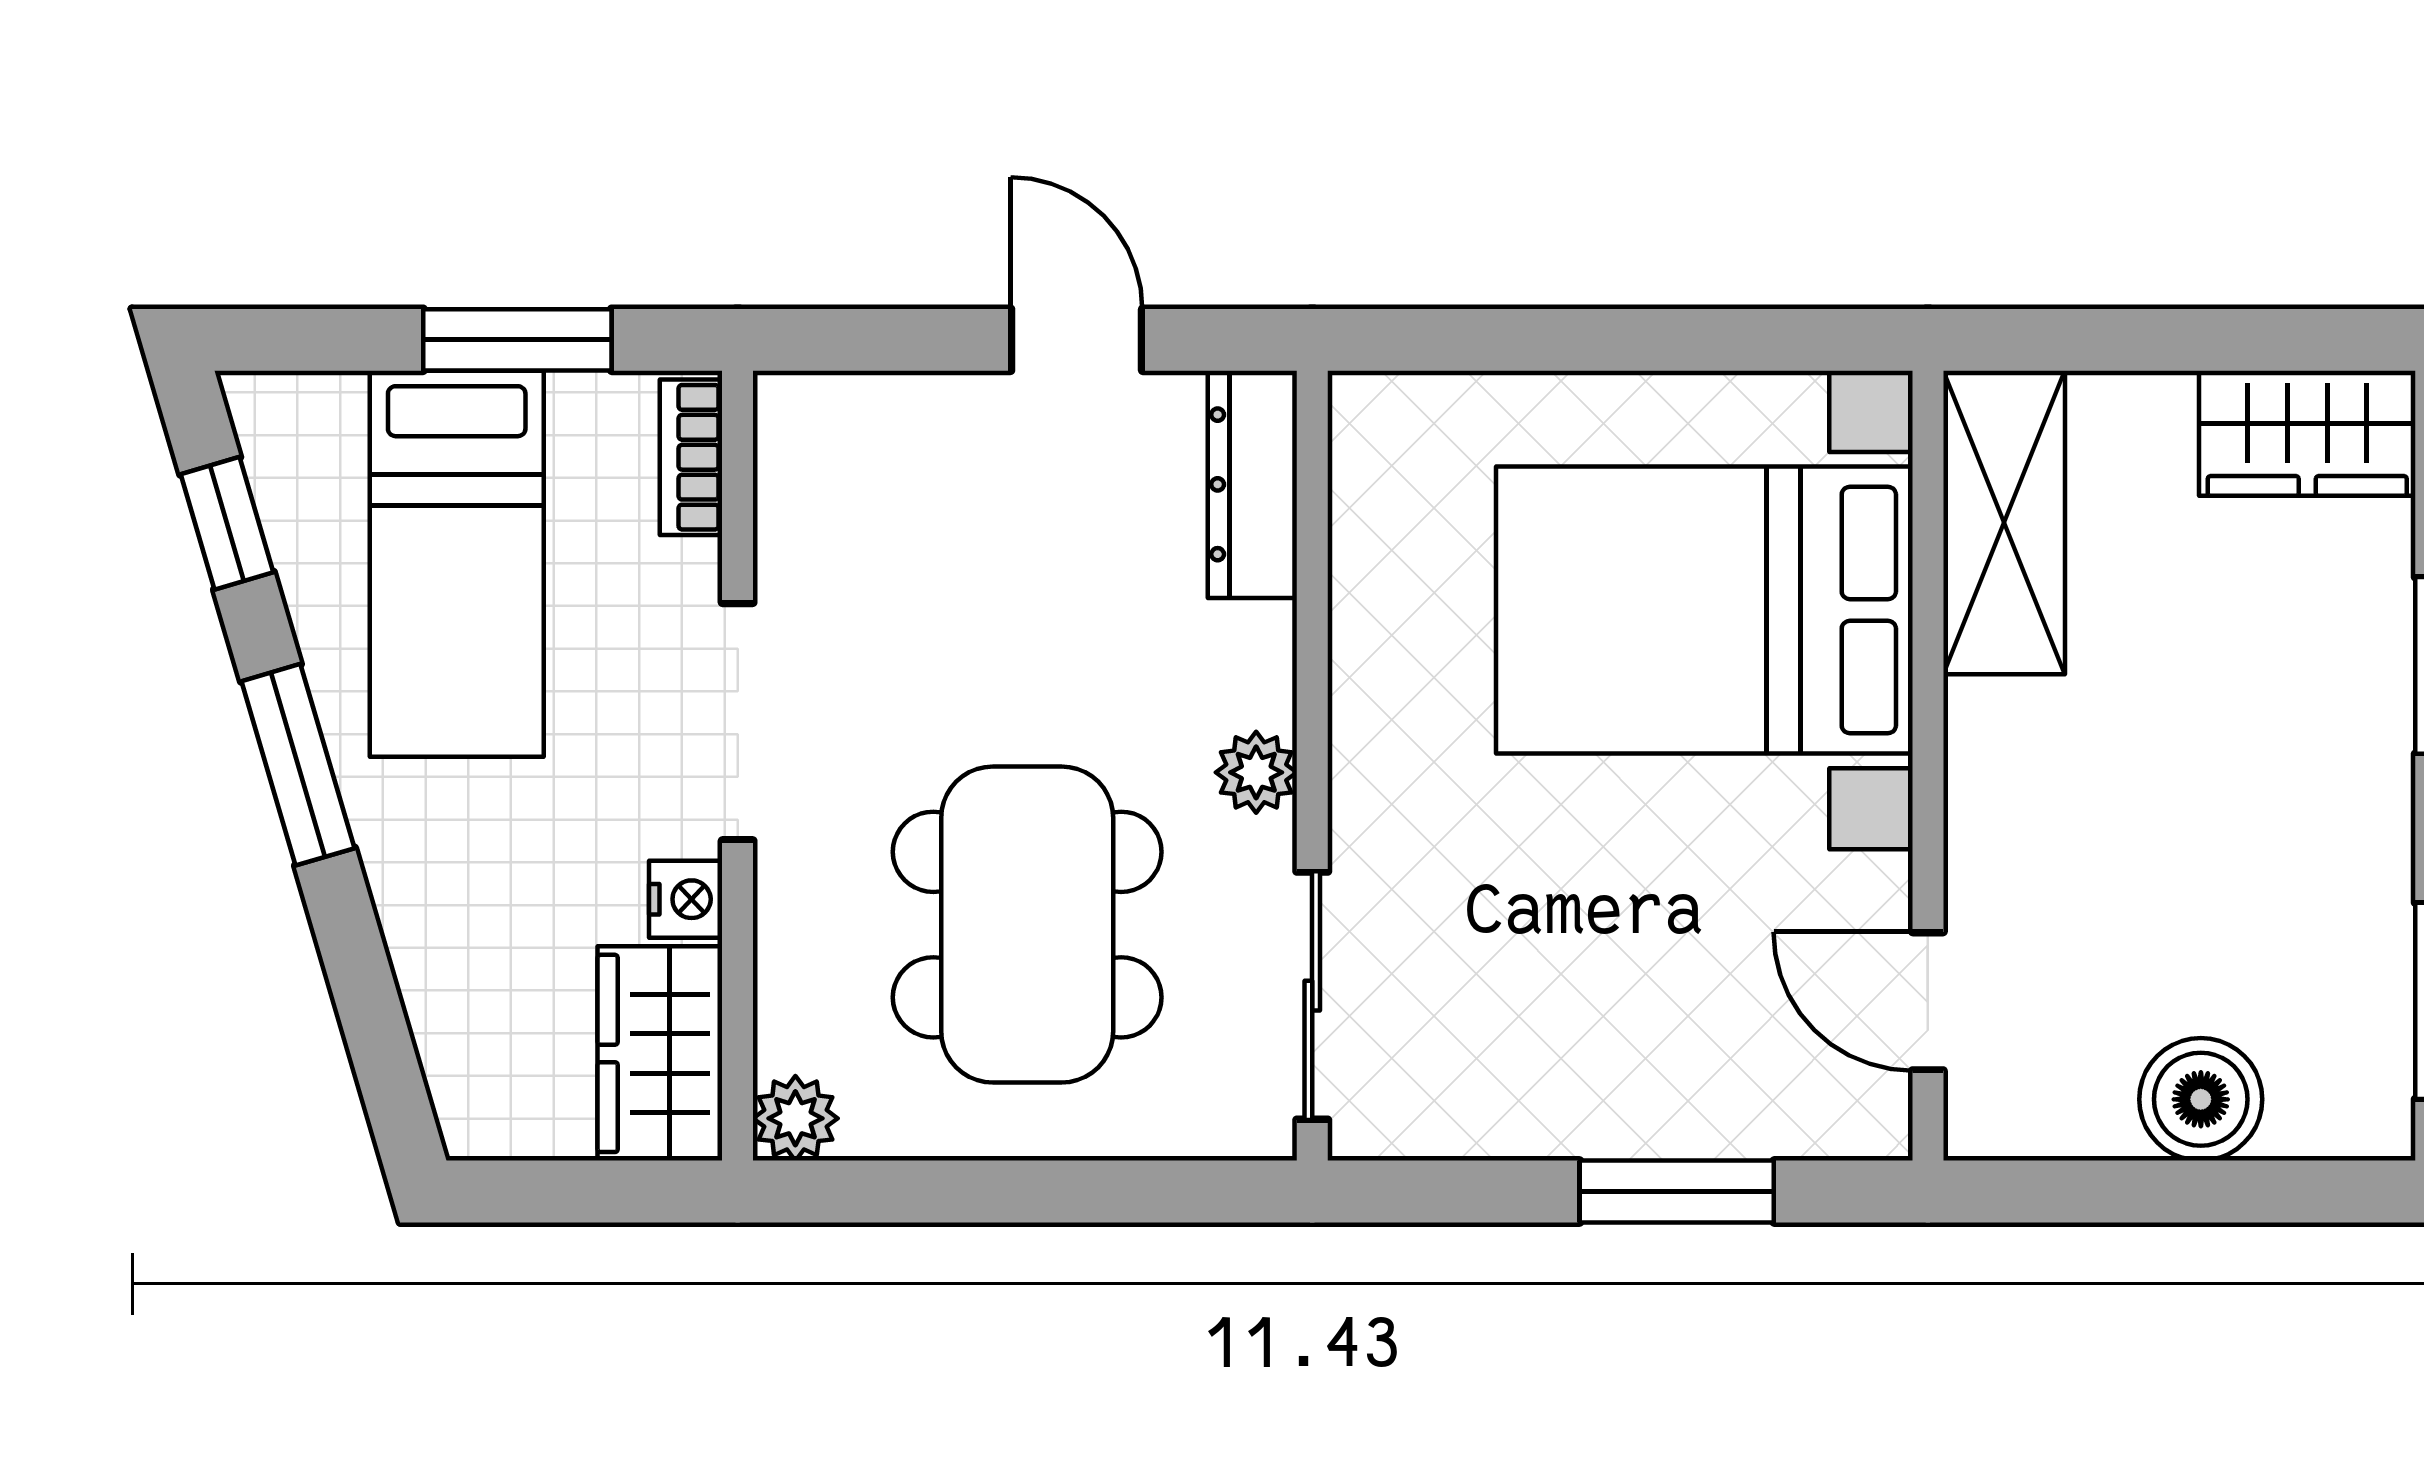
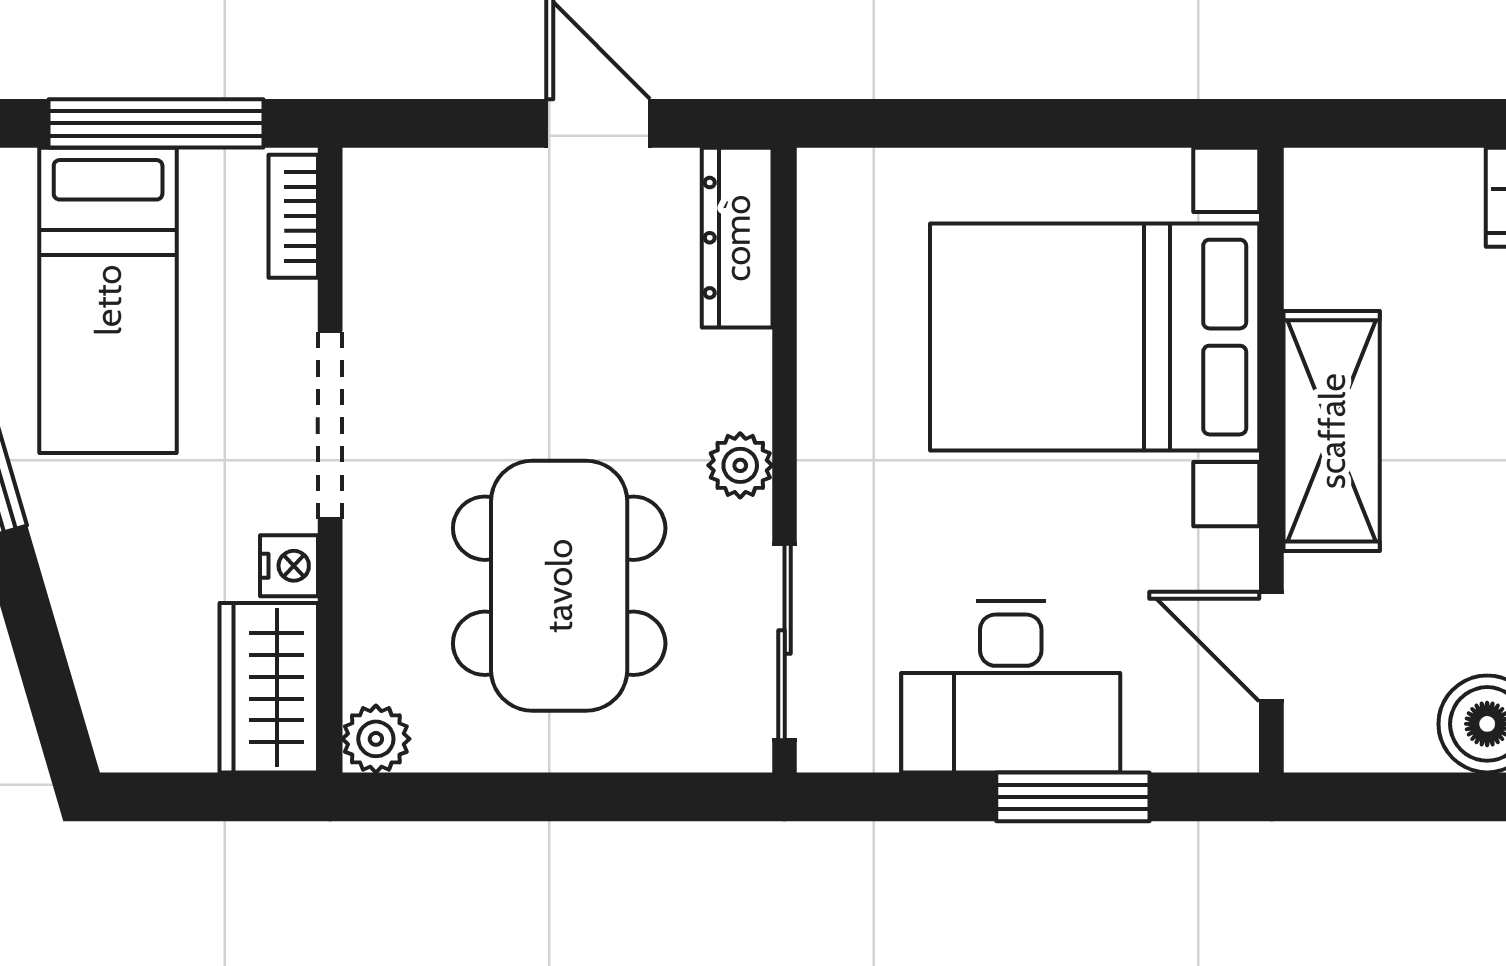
window: (517, 340) -> (156, 123), width x1.44
shelving: (2004, 522) -> (1332, 431), moved
desk: (1598, 1052) -> (1011, 687), added

